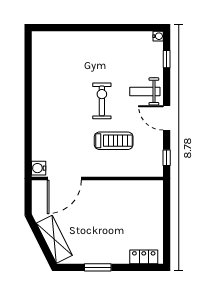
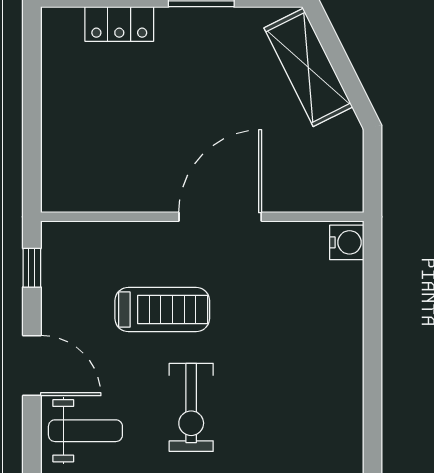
treadmill: (114, 141) -> (162, 310), turned 180
door: (64, 178) -> (220, 217), moved
locker: (144, 257) -> (119, 24), moved

